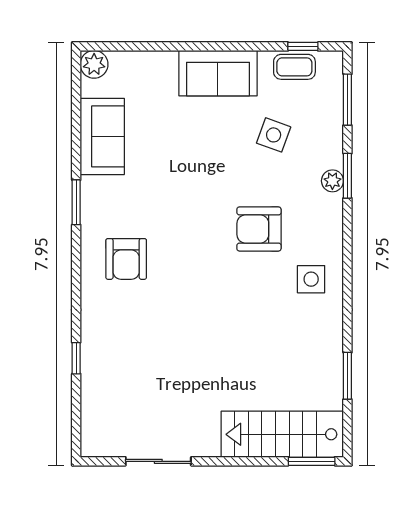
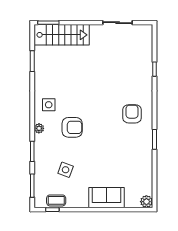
sofa: (218, 73) -> (106, 198), moved
sofa: (102, 136) -> (143, 169), removed
plant: (332, 181) -> (39, 128), moved

